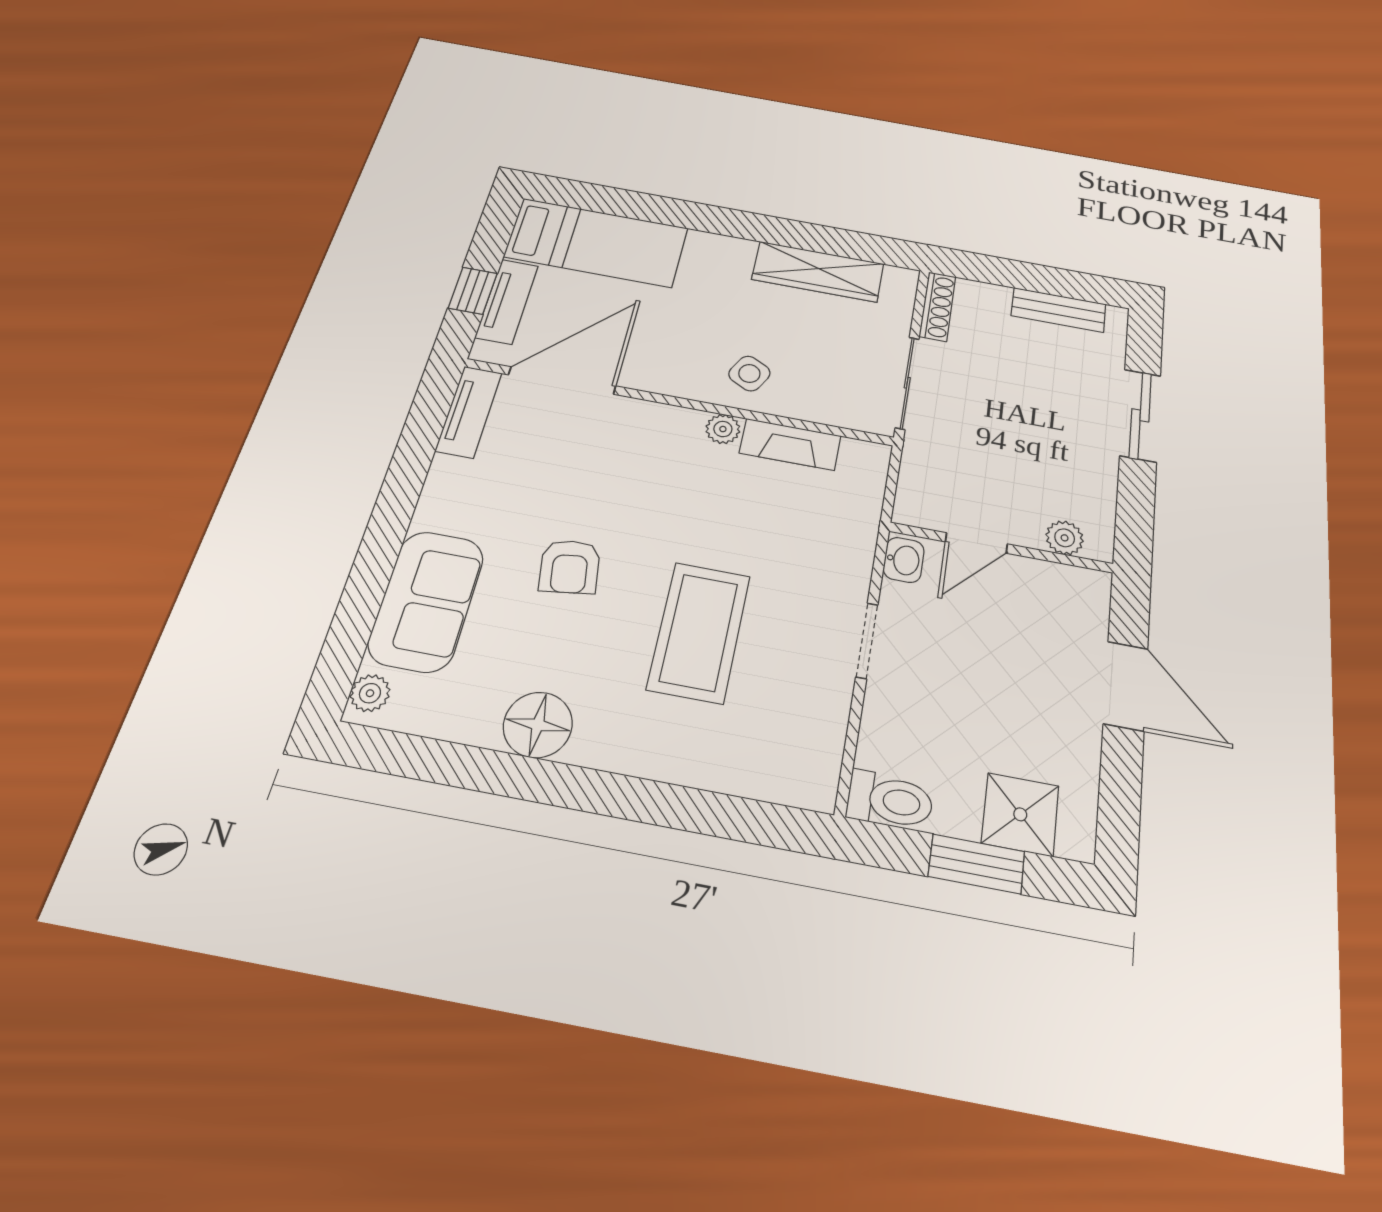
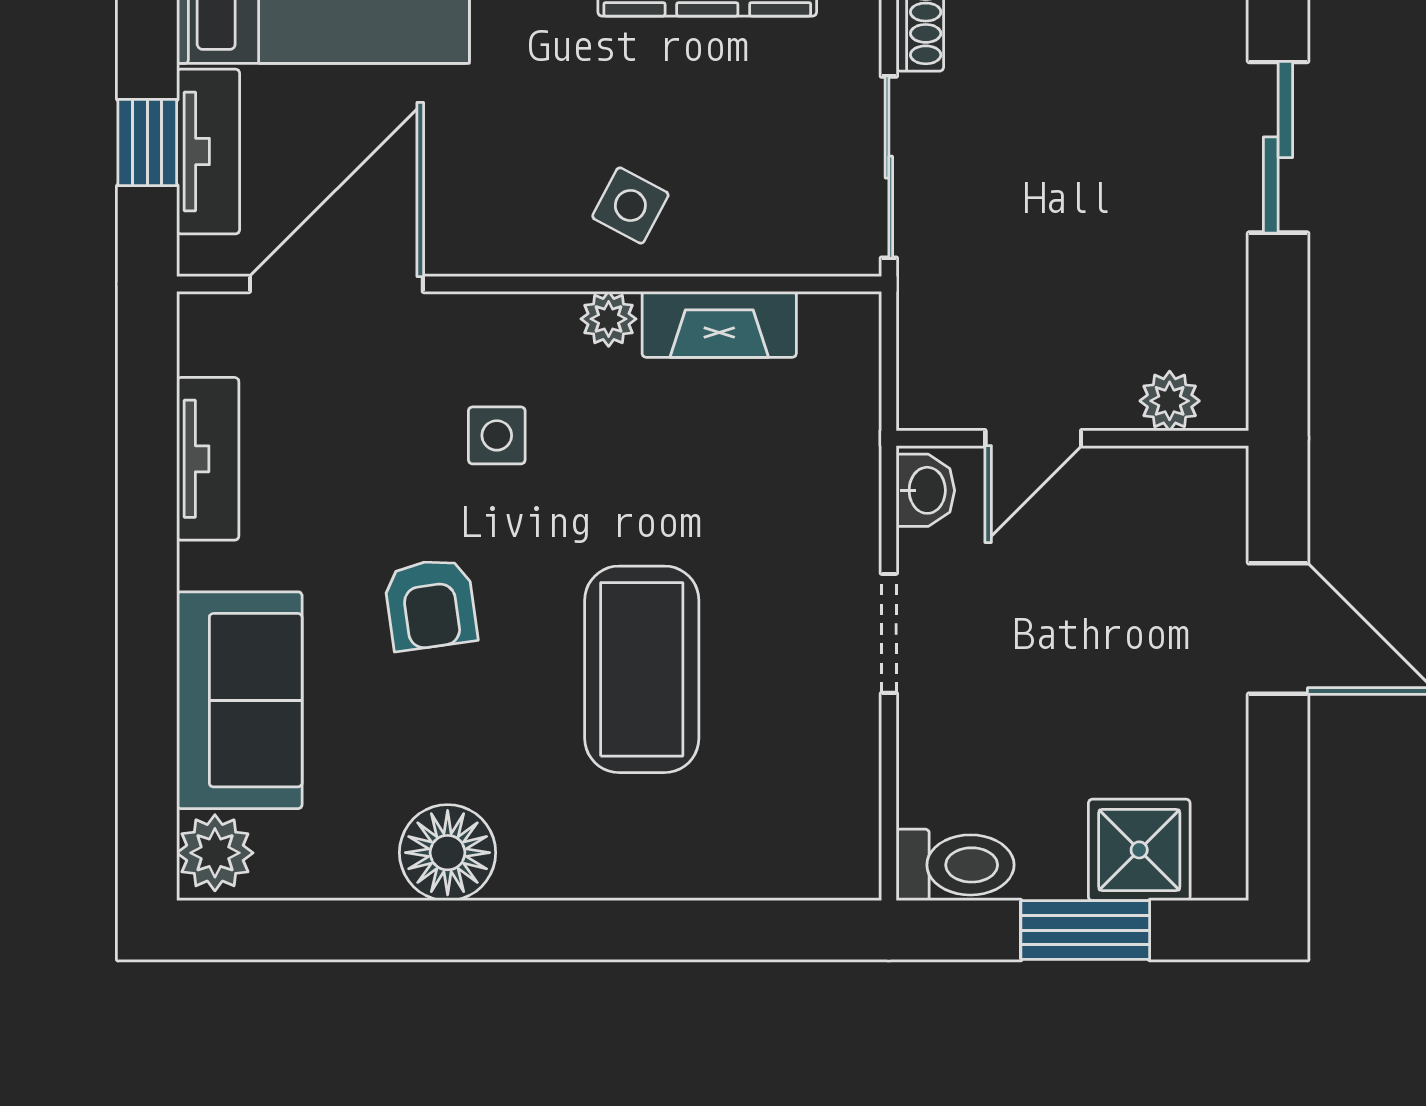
tv unit: (469, 412) -> (208, 459), moved
side table: (638, 479) -> (497, 435), added
plant: (370, 693) -> (215, 853), width x1.38, depth x1.38

